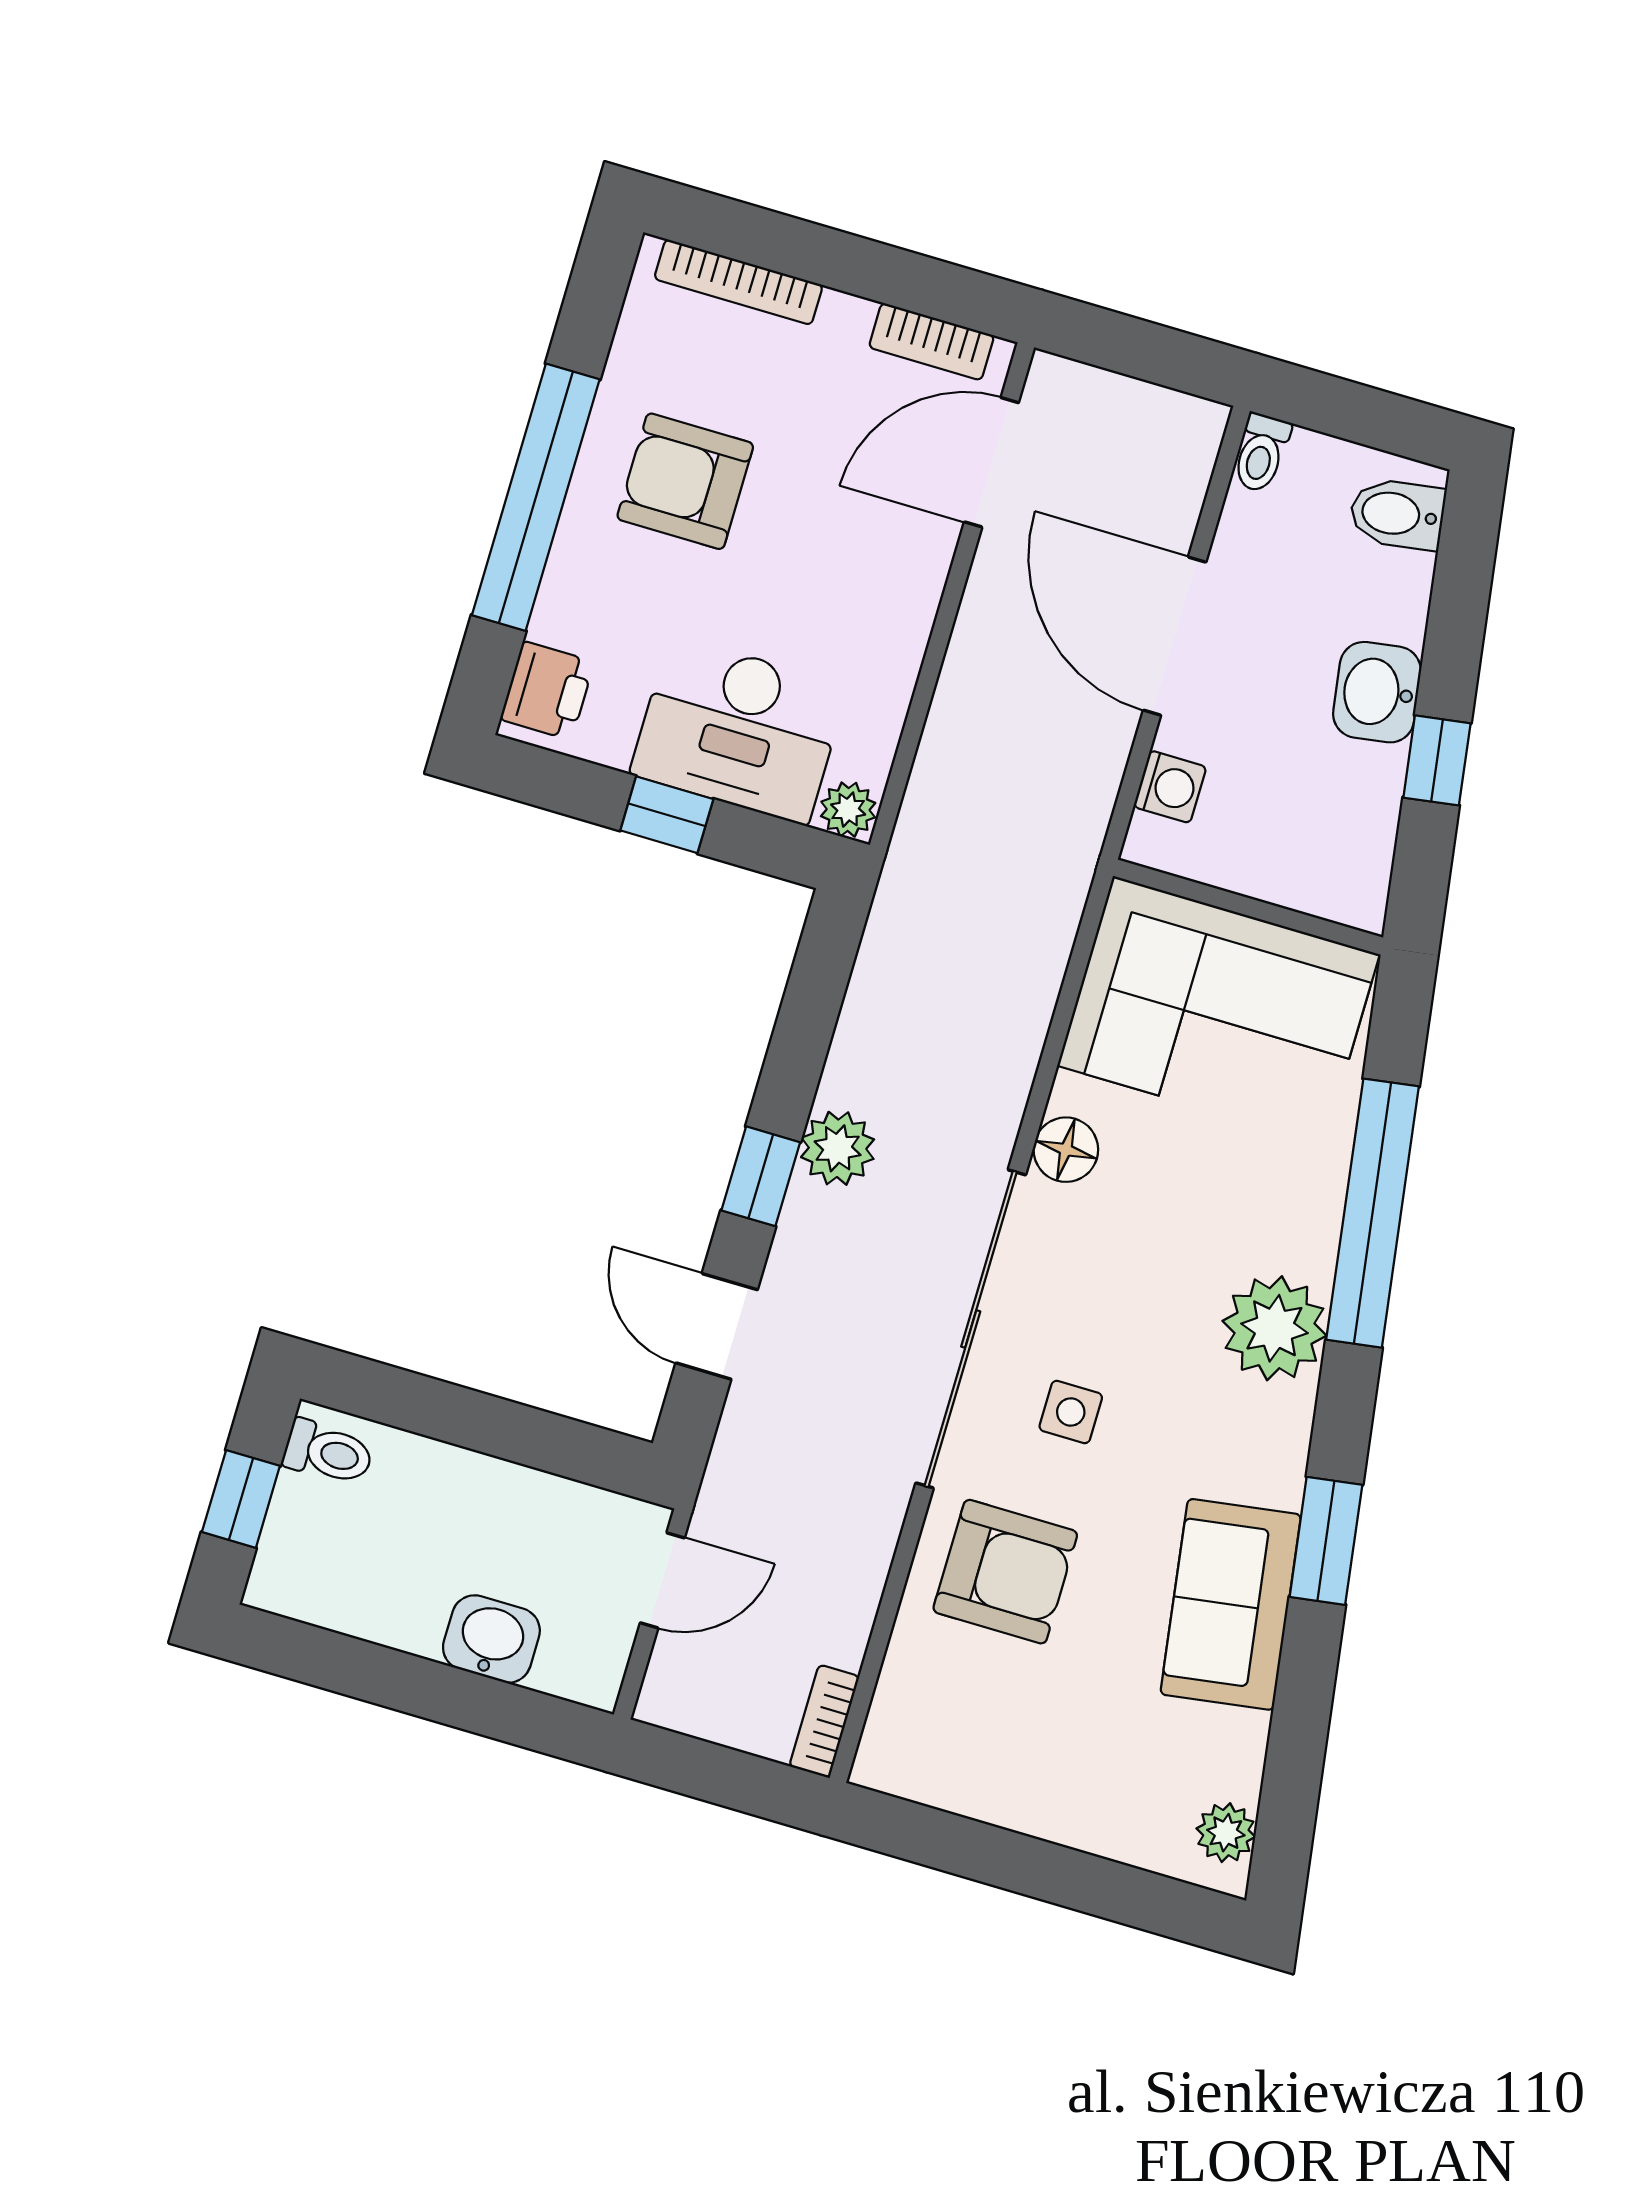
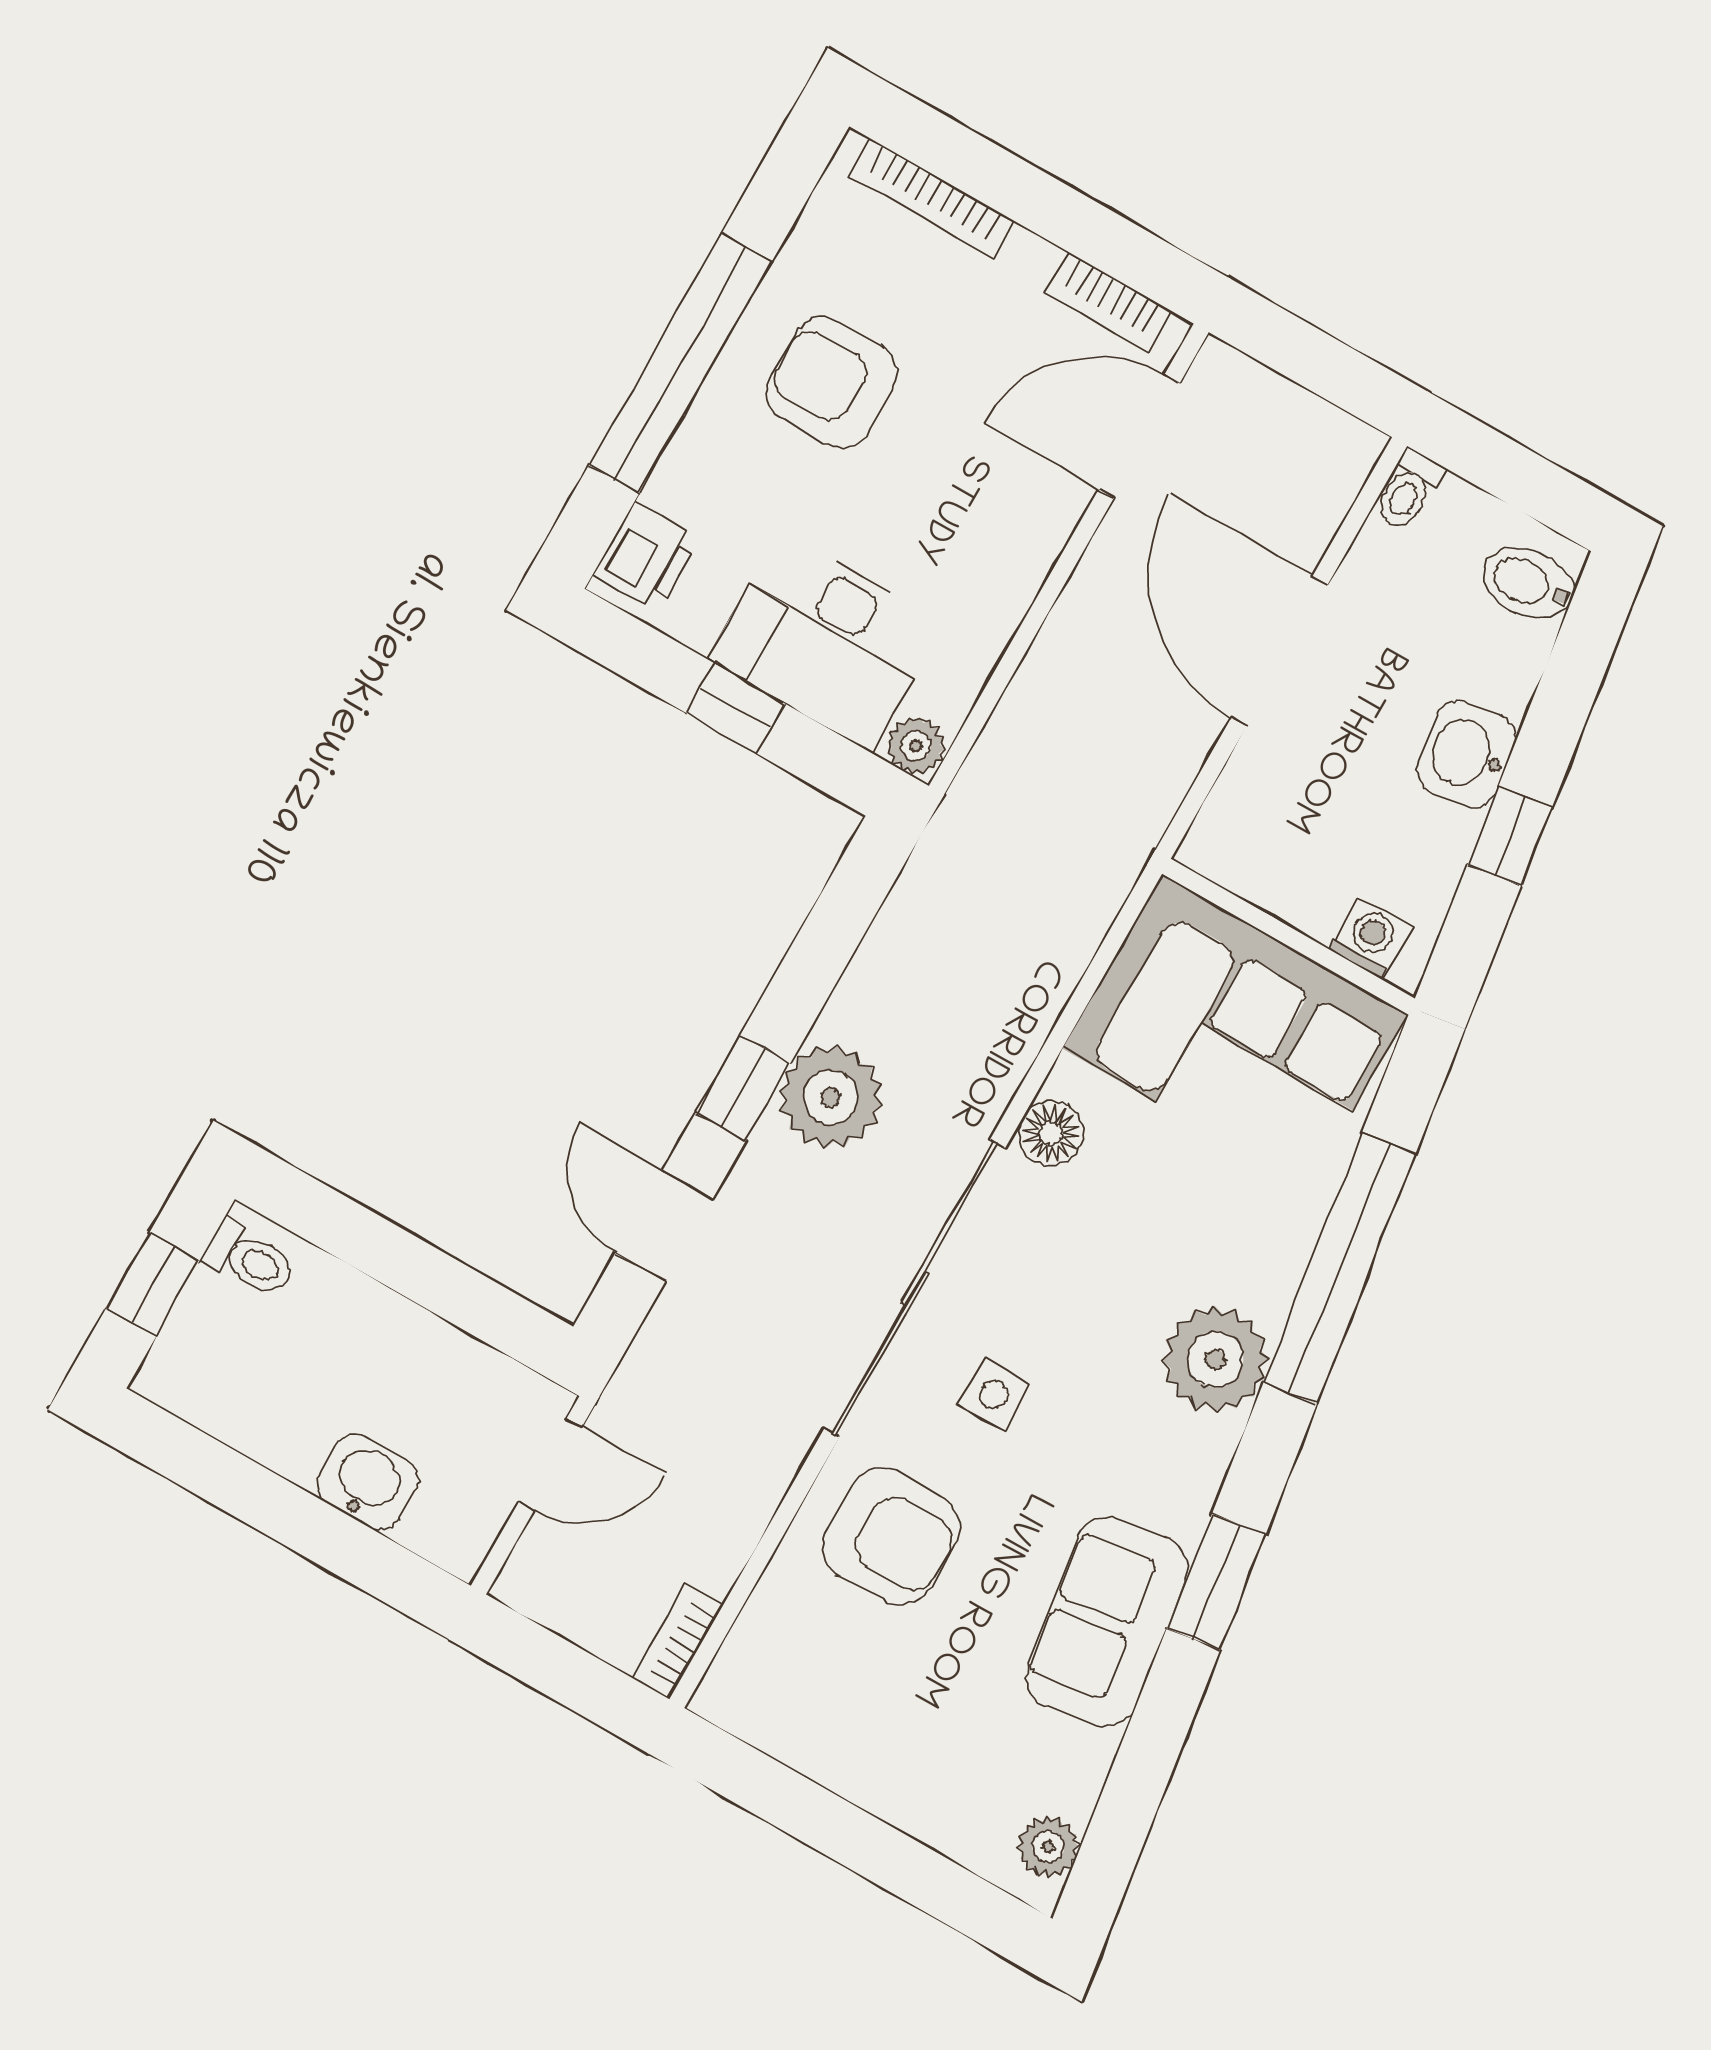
washing machine: (1170, 787) -> (1370, 938), moved, turned -90
plant: (838, 1148) -> (831, 1097), width x1.36, depth x1.36

